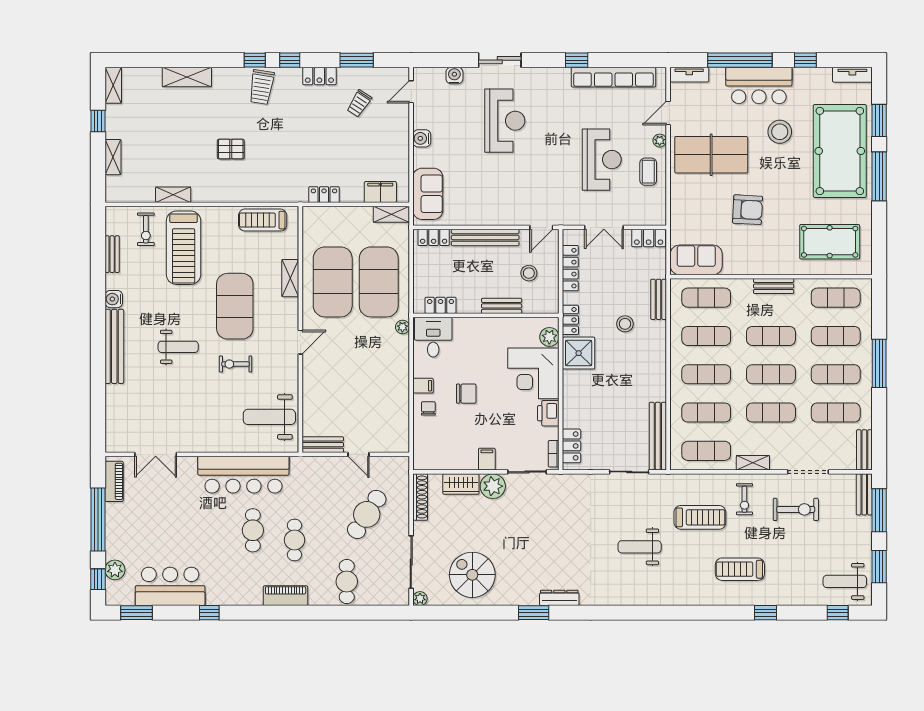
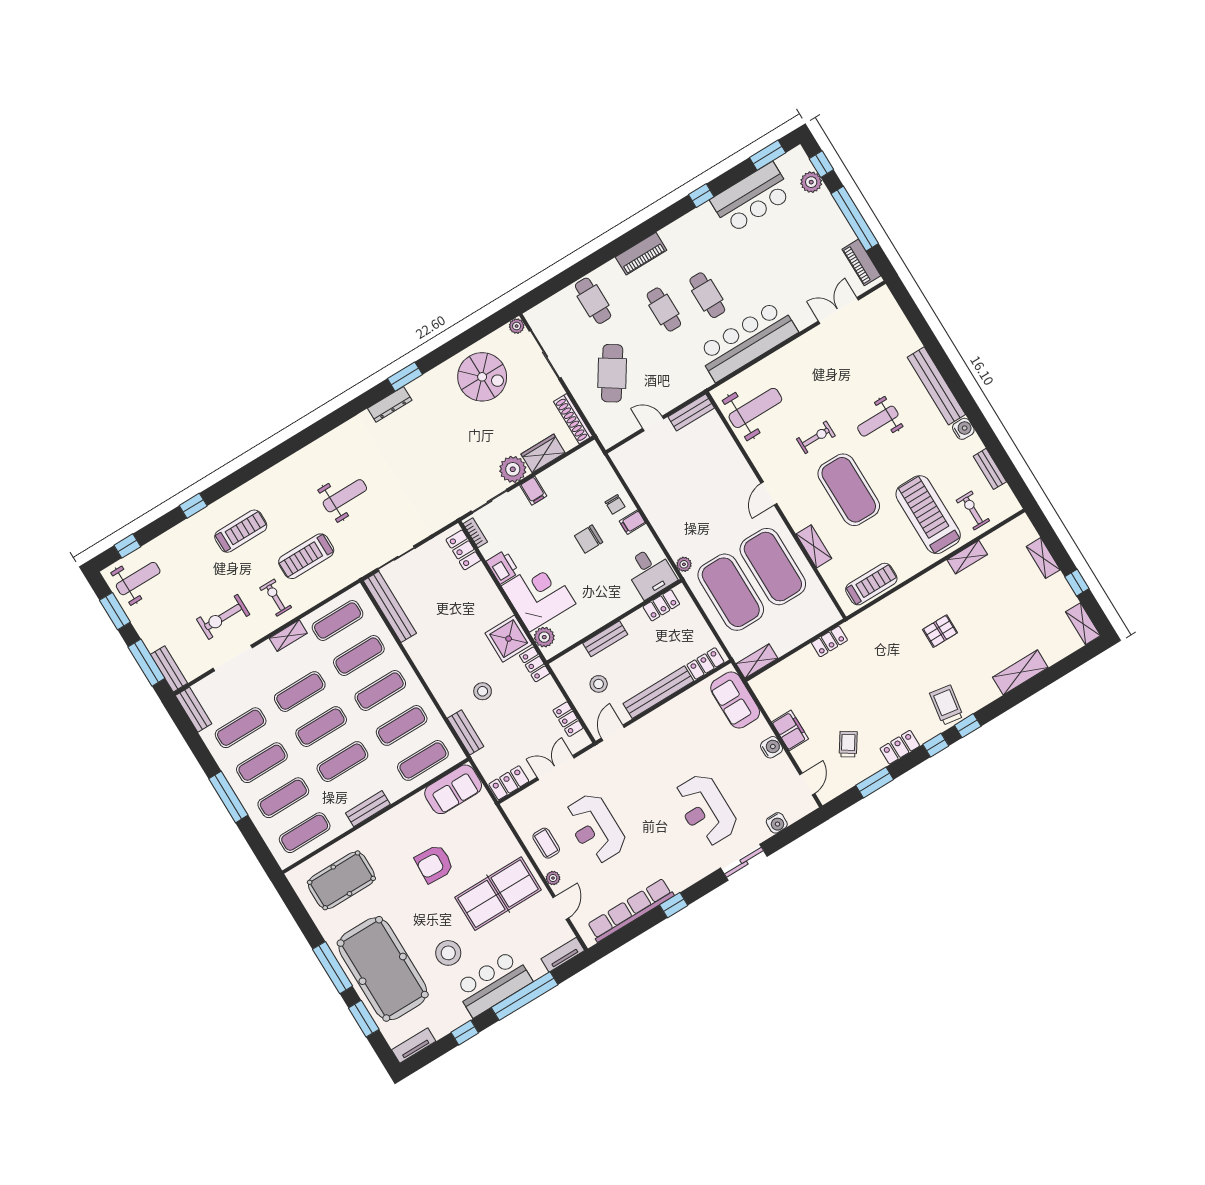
filing cabinet: (380, 192) -> (790, 730), moved, turned -90
locker: (570, 268) -> (568, 719), width x0.66

